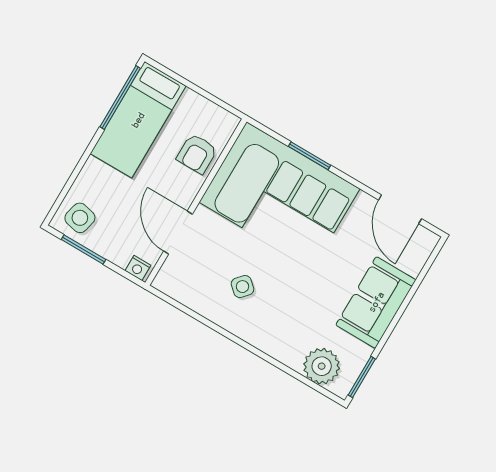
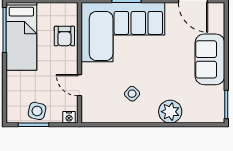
side table: (80, 218) -> (37, 111), moved
door: (178, 233) -> (79, 85), width x0.73
plant: (322, 366) -> (170, 112), moved

